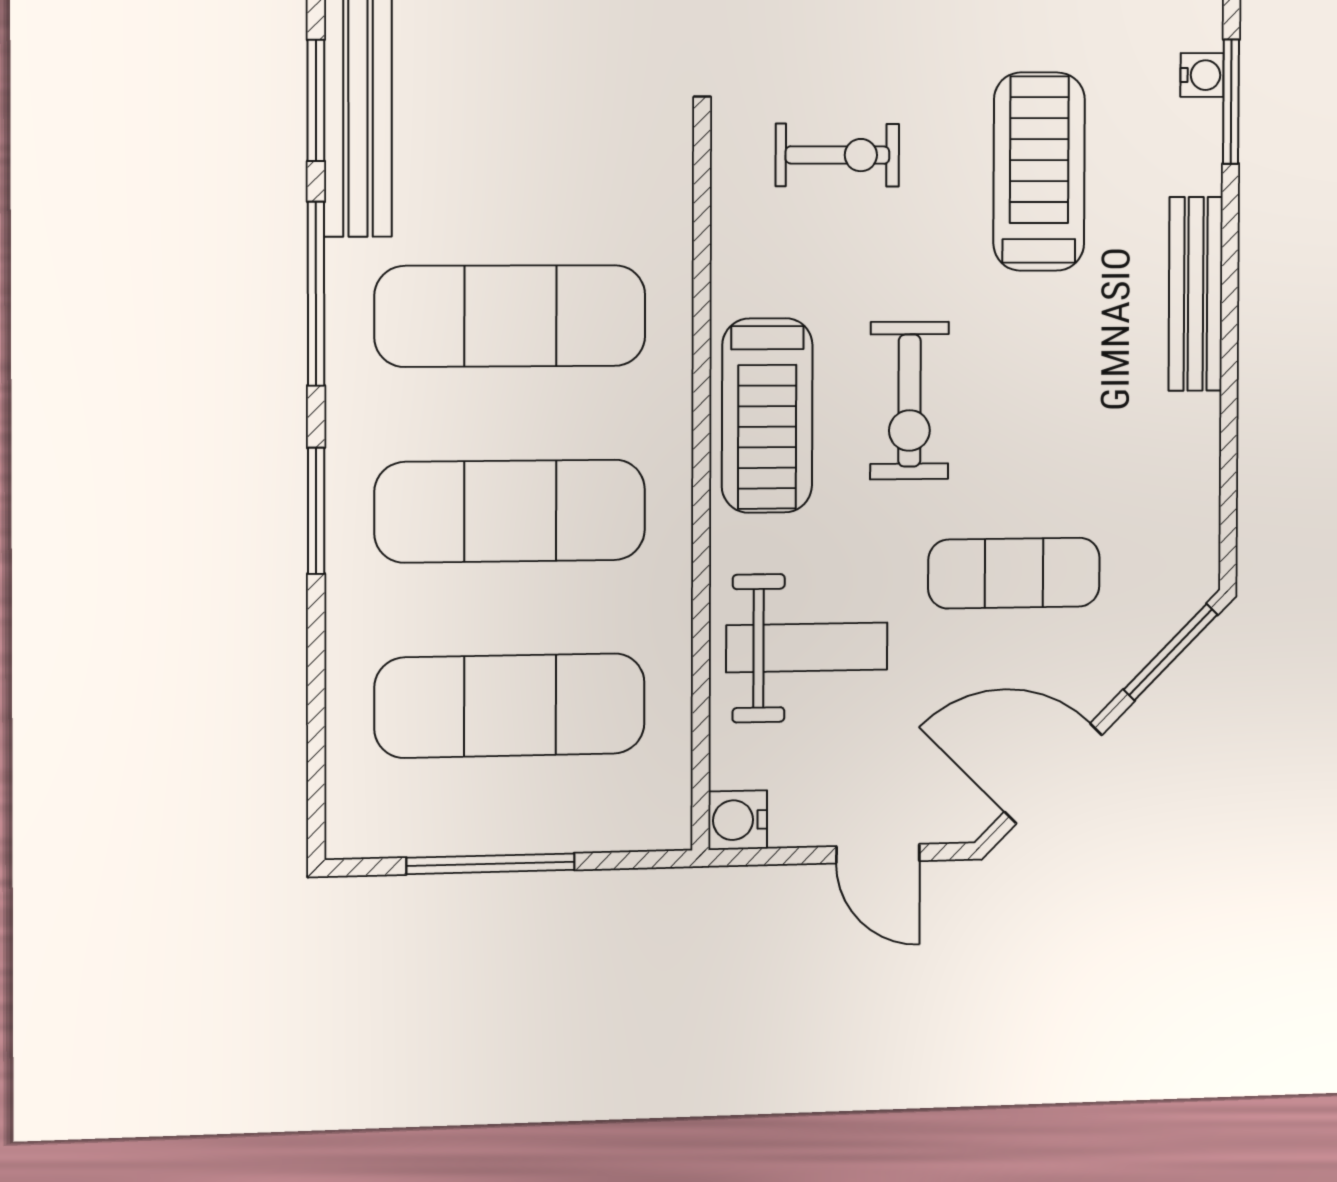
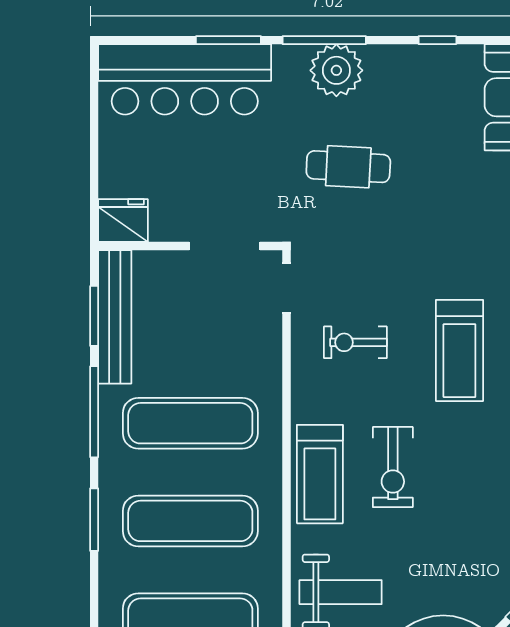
exercise bike: (837, 155) -> (355, 342), turned 180
treadmill: (1039, 172) -> (459, 351), turned 180
exercise mat: (1014, 573) -> (447, 556), removed

